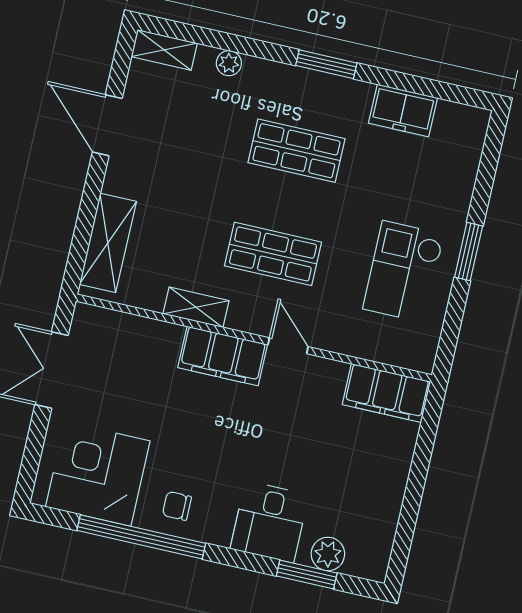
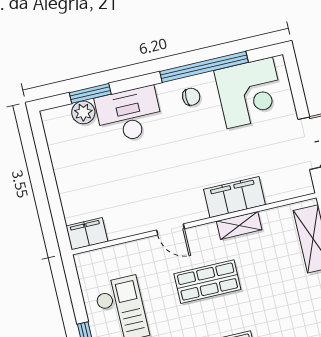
filing cabinet: (223, 356) -> (235, 197), moved
filing cabinet: (387, 393) -> (87, 234), width x0.67, depth x0.86
desk: (270, 522) -> (129, 115), width x1.37

